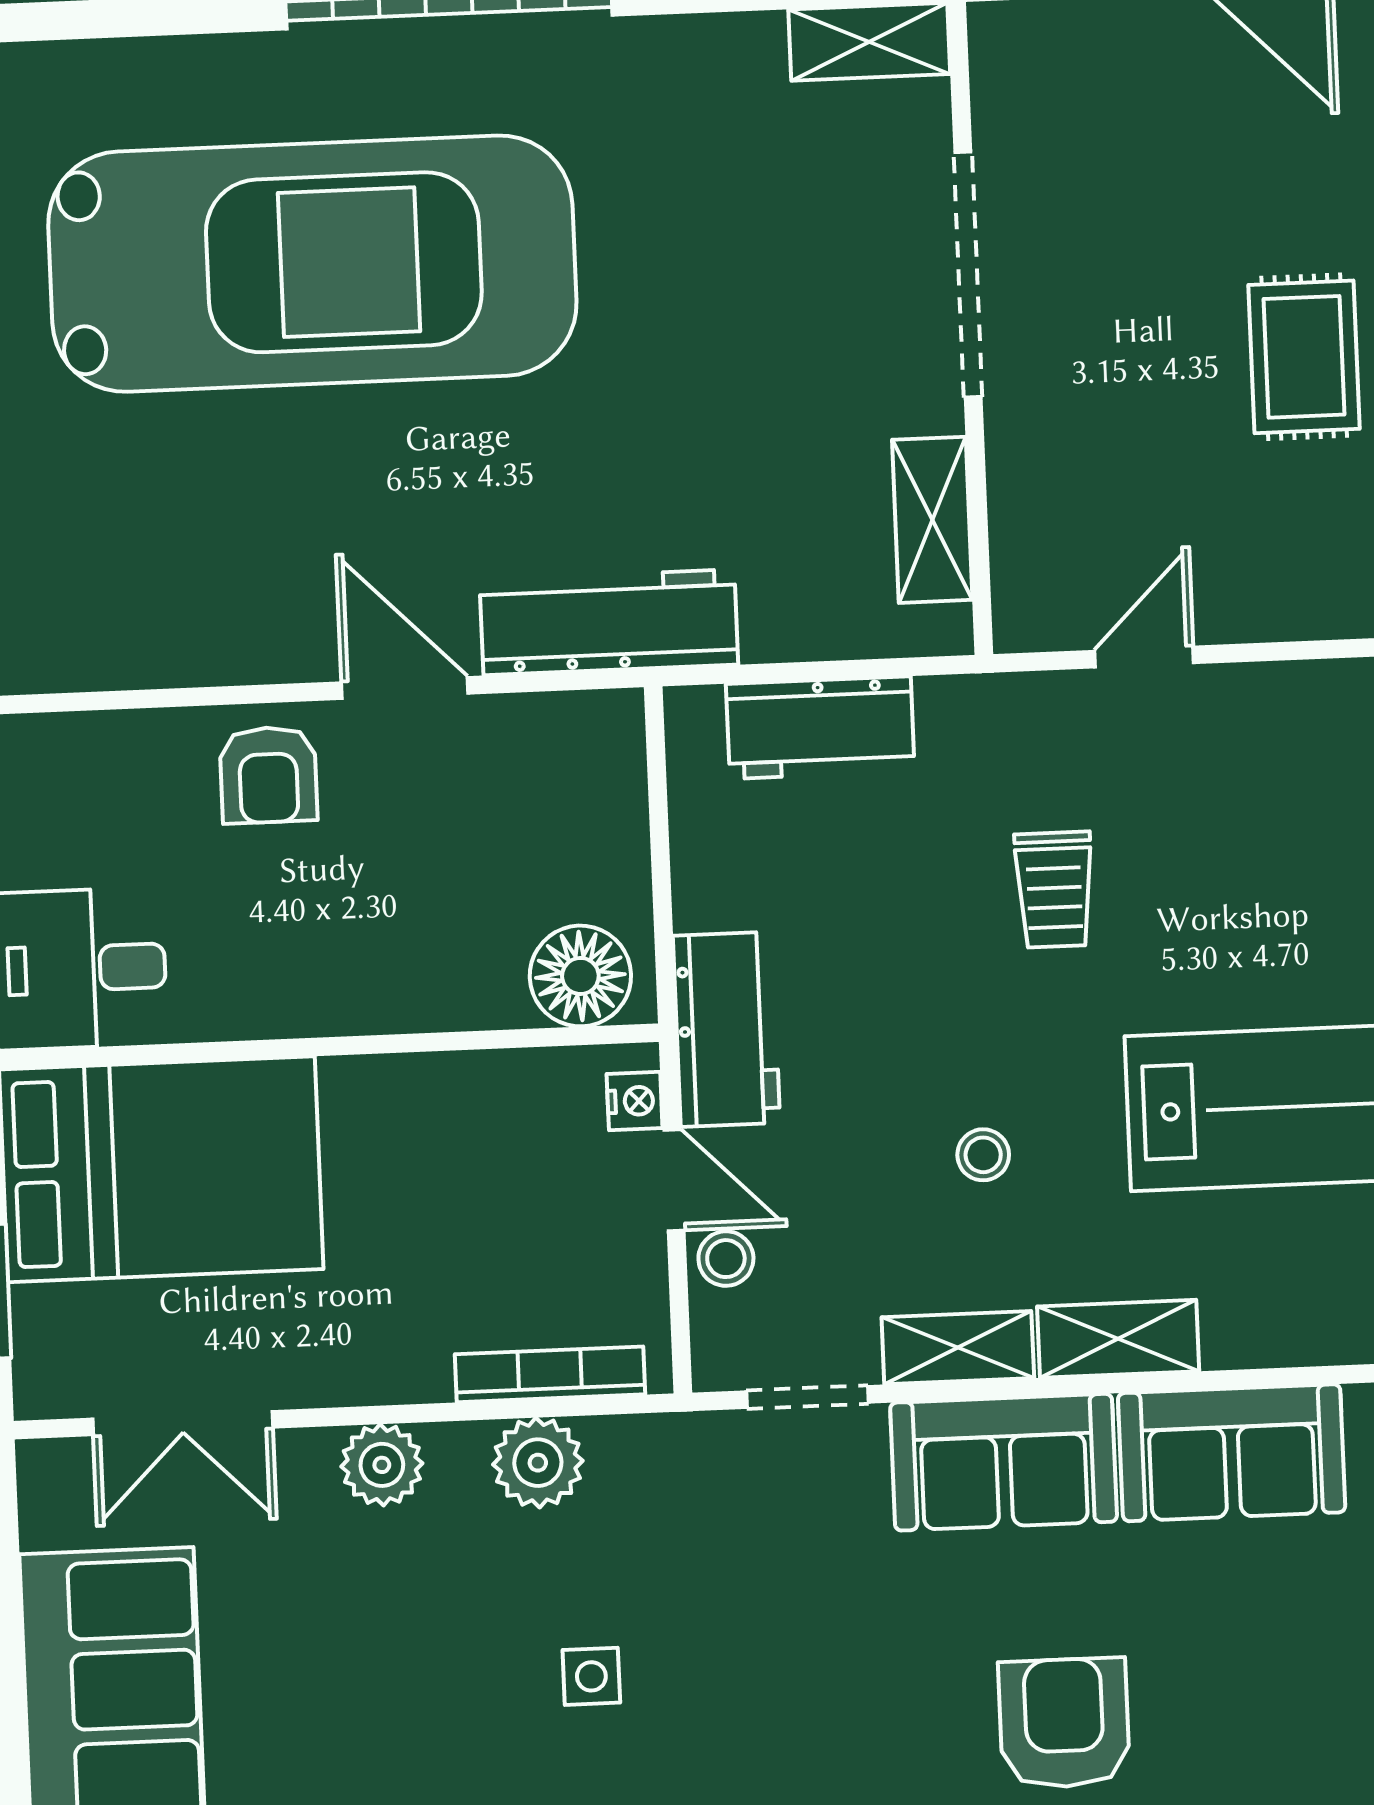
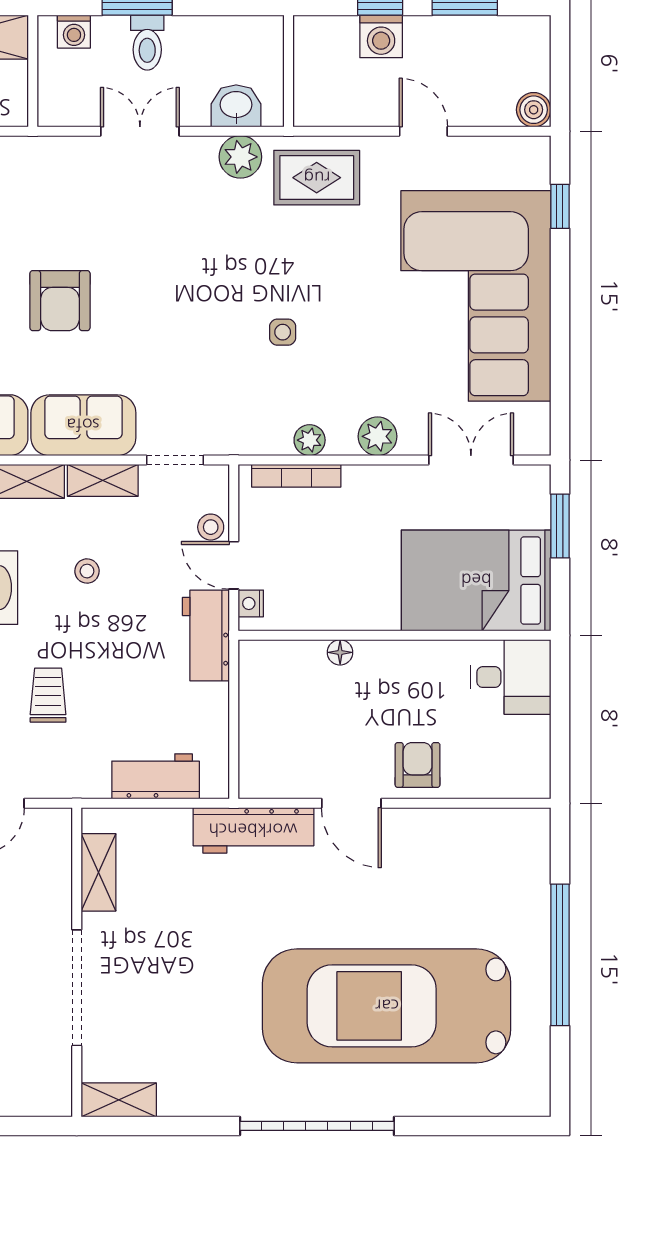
floor lamp: (580, 976) -> (340, 652), moved, width x0.53, depth x0.53
plant: (538, 1463) -> (310, 440), width x0.73, depth x0.73

